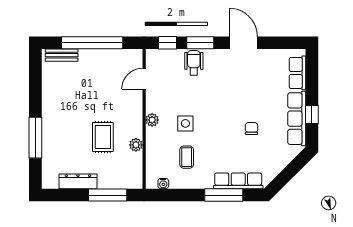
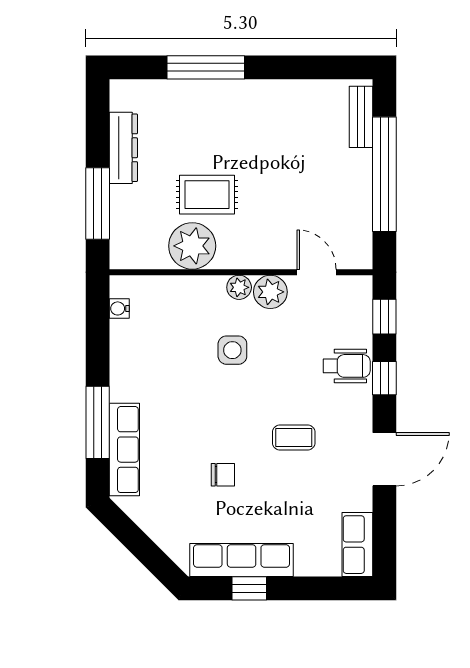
window: (200, 43) -> (384, 378), width x0.67
row of seats: (298, 73) -> (357, 545), moved, turned -90
plant: (155, 103) -> (270, 292), added
plant: (136, 145) -> (192, 246), width x1.87, depth x1.87
coffee table: (187, 157) -> (294, 438), moved

